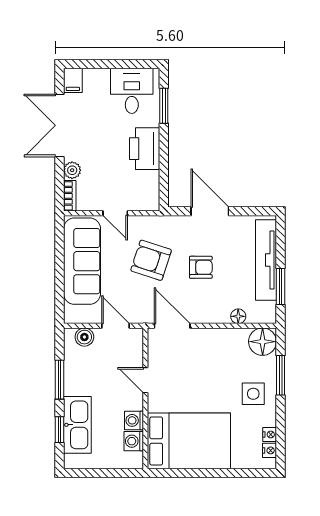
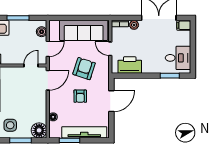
printer: (145, 149) -> (130, 65), moved
door: (115, 213) -> (110, 49), hinge flipped
door: (145, 380) -> (31, 65), moved

